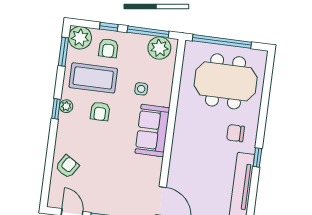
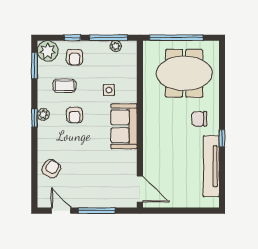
plant: (159, 48) -> (116, 46), width x0.53, depth x0.53
coffee table: (93, 78) -> (64, 86), width x0.54, depth x0.58

